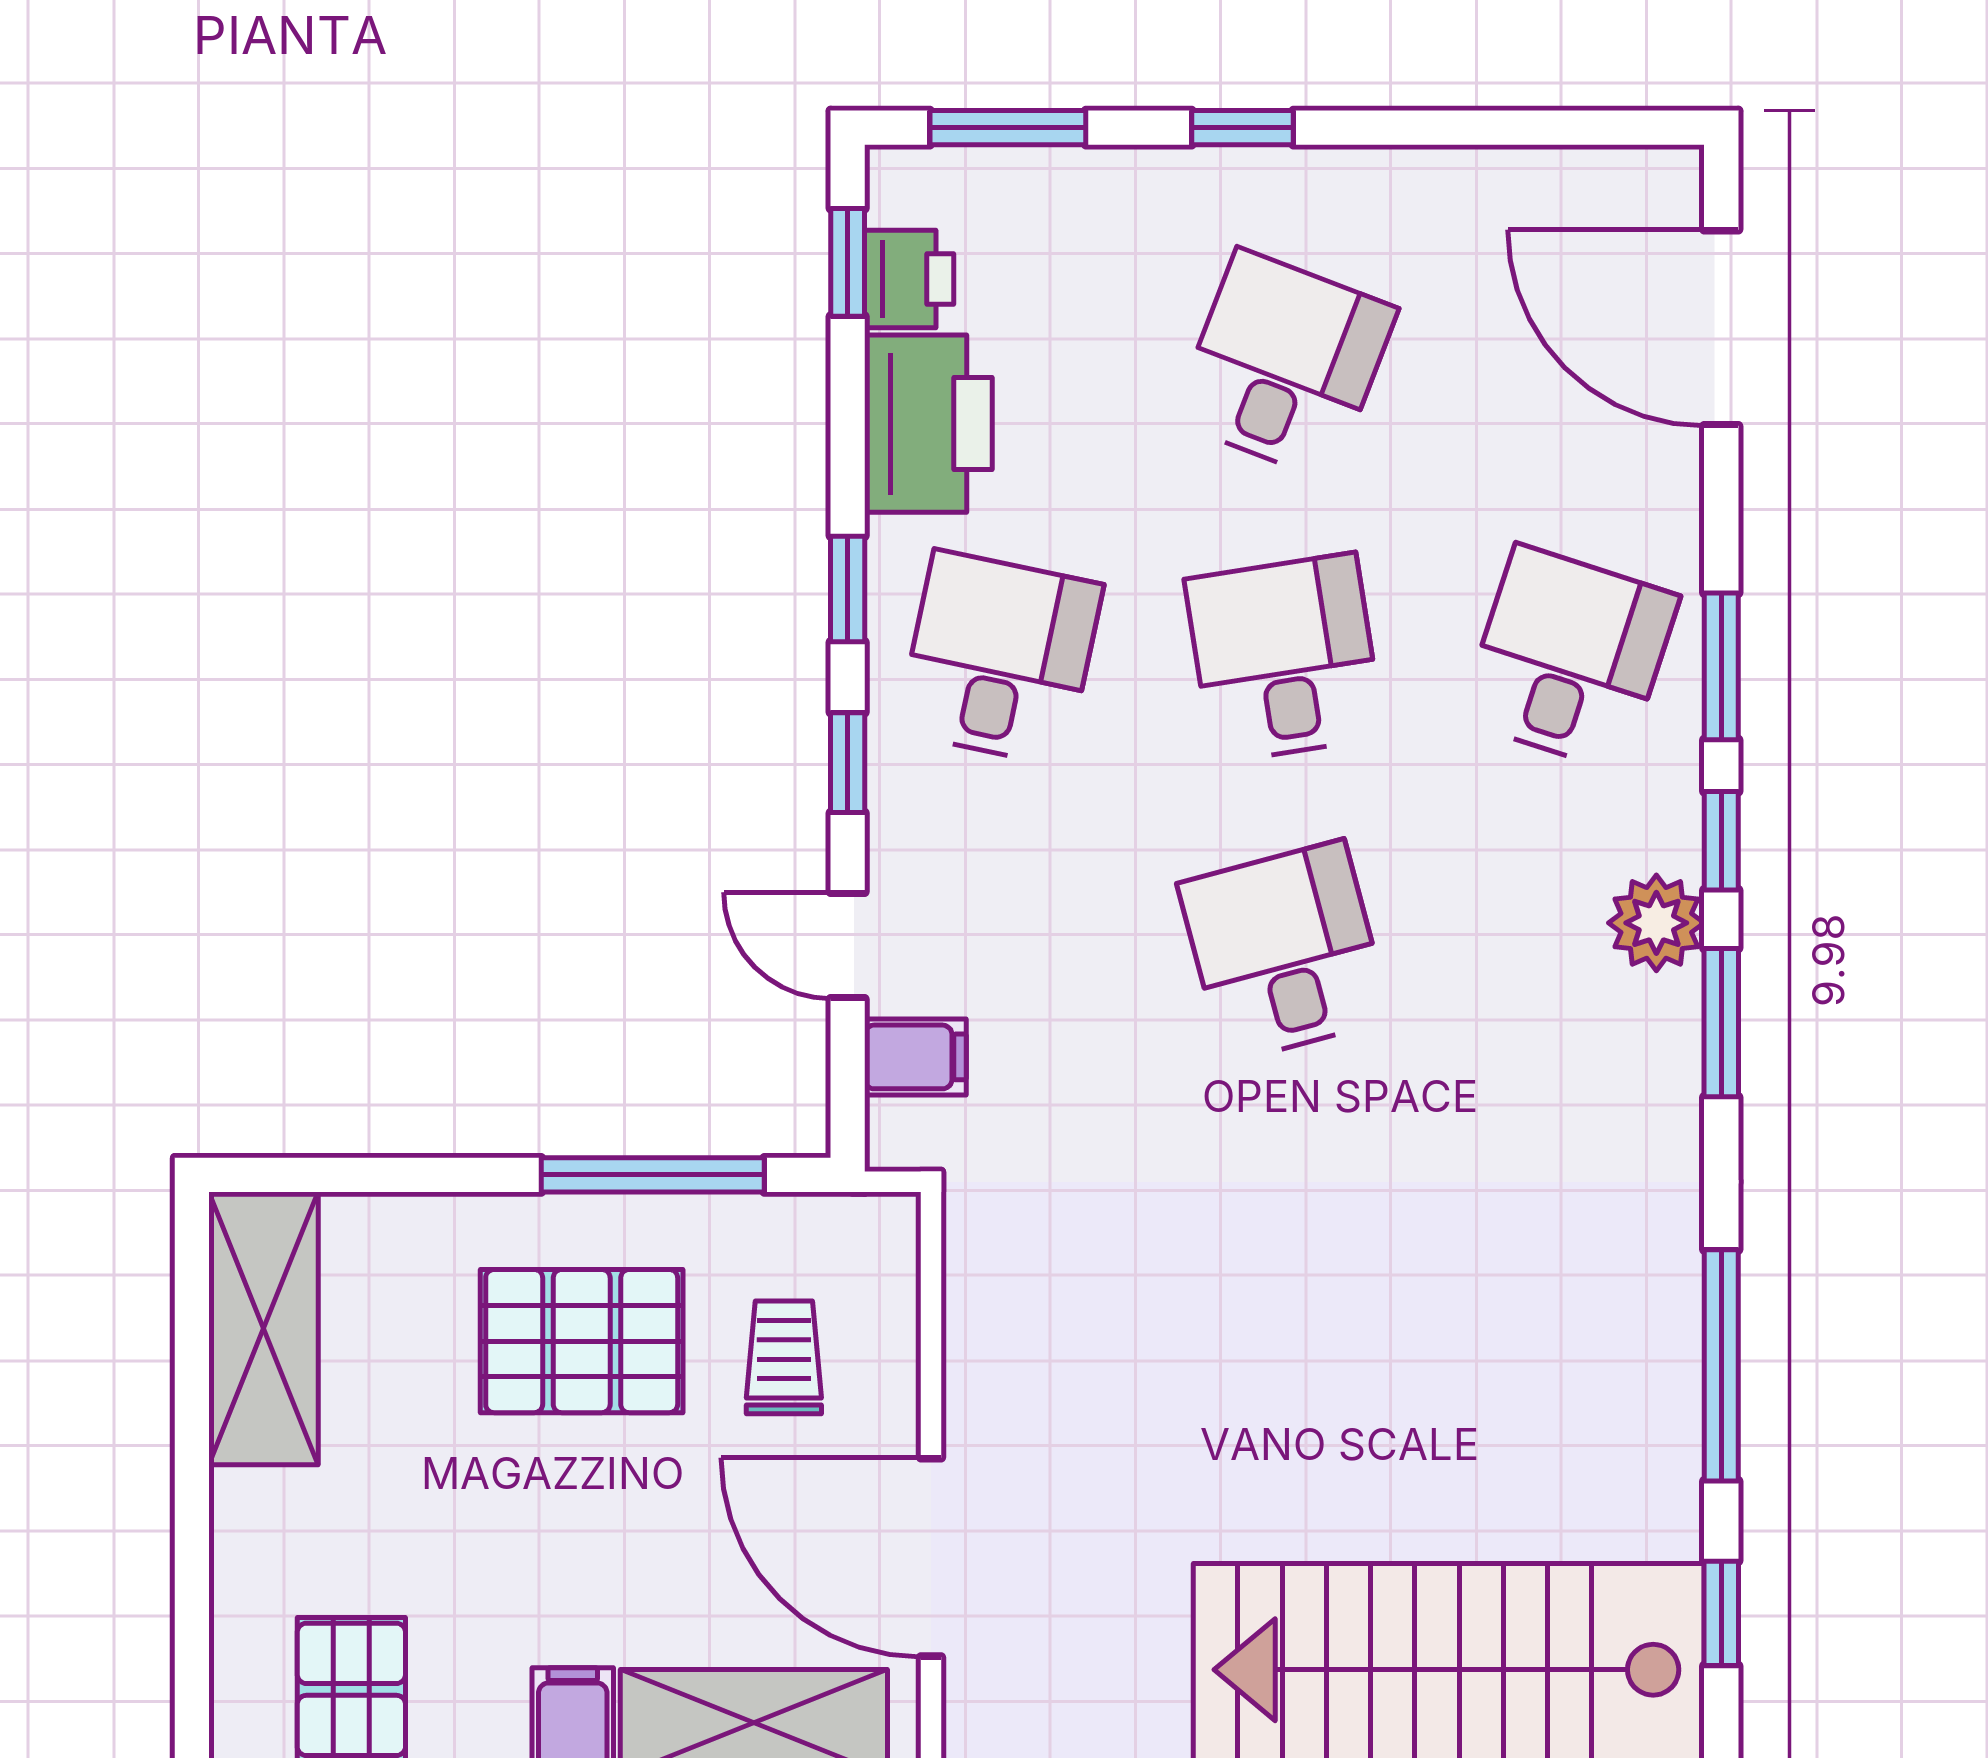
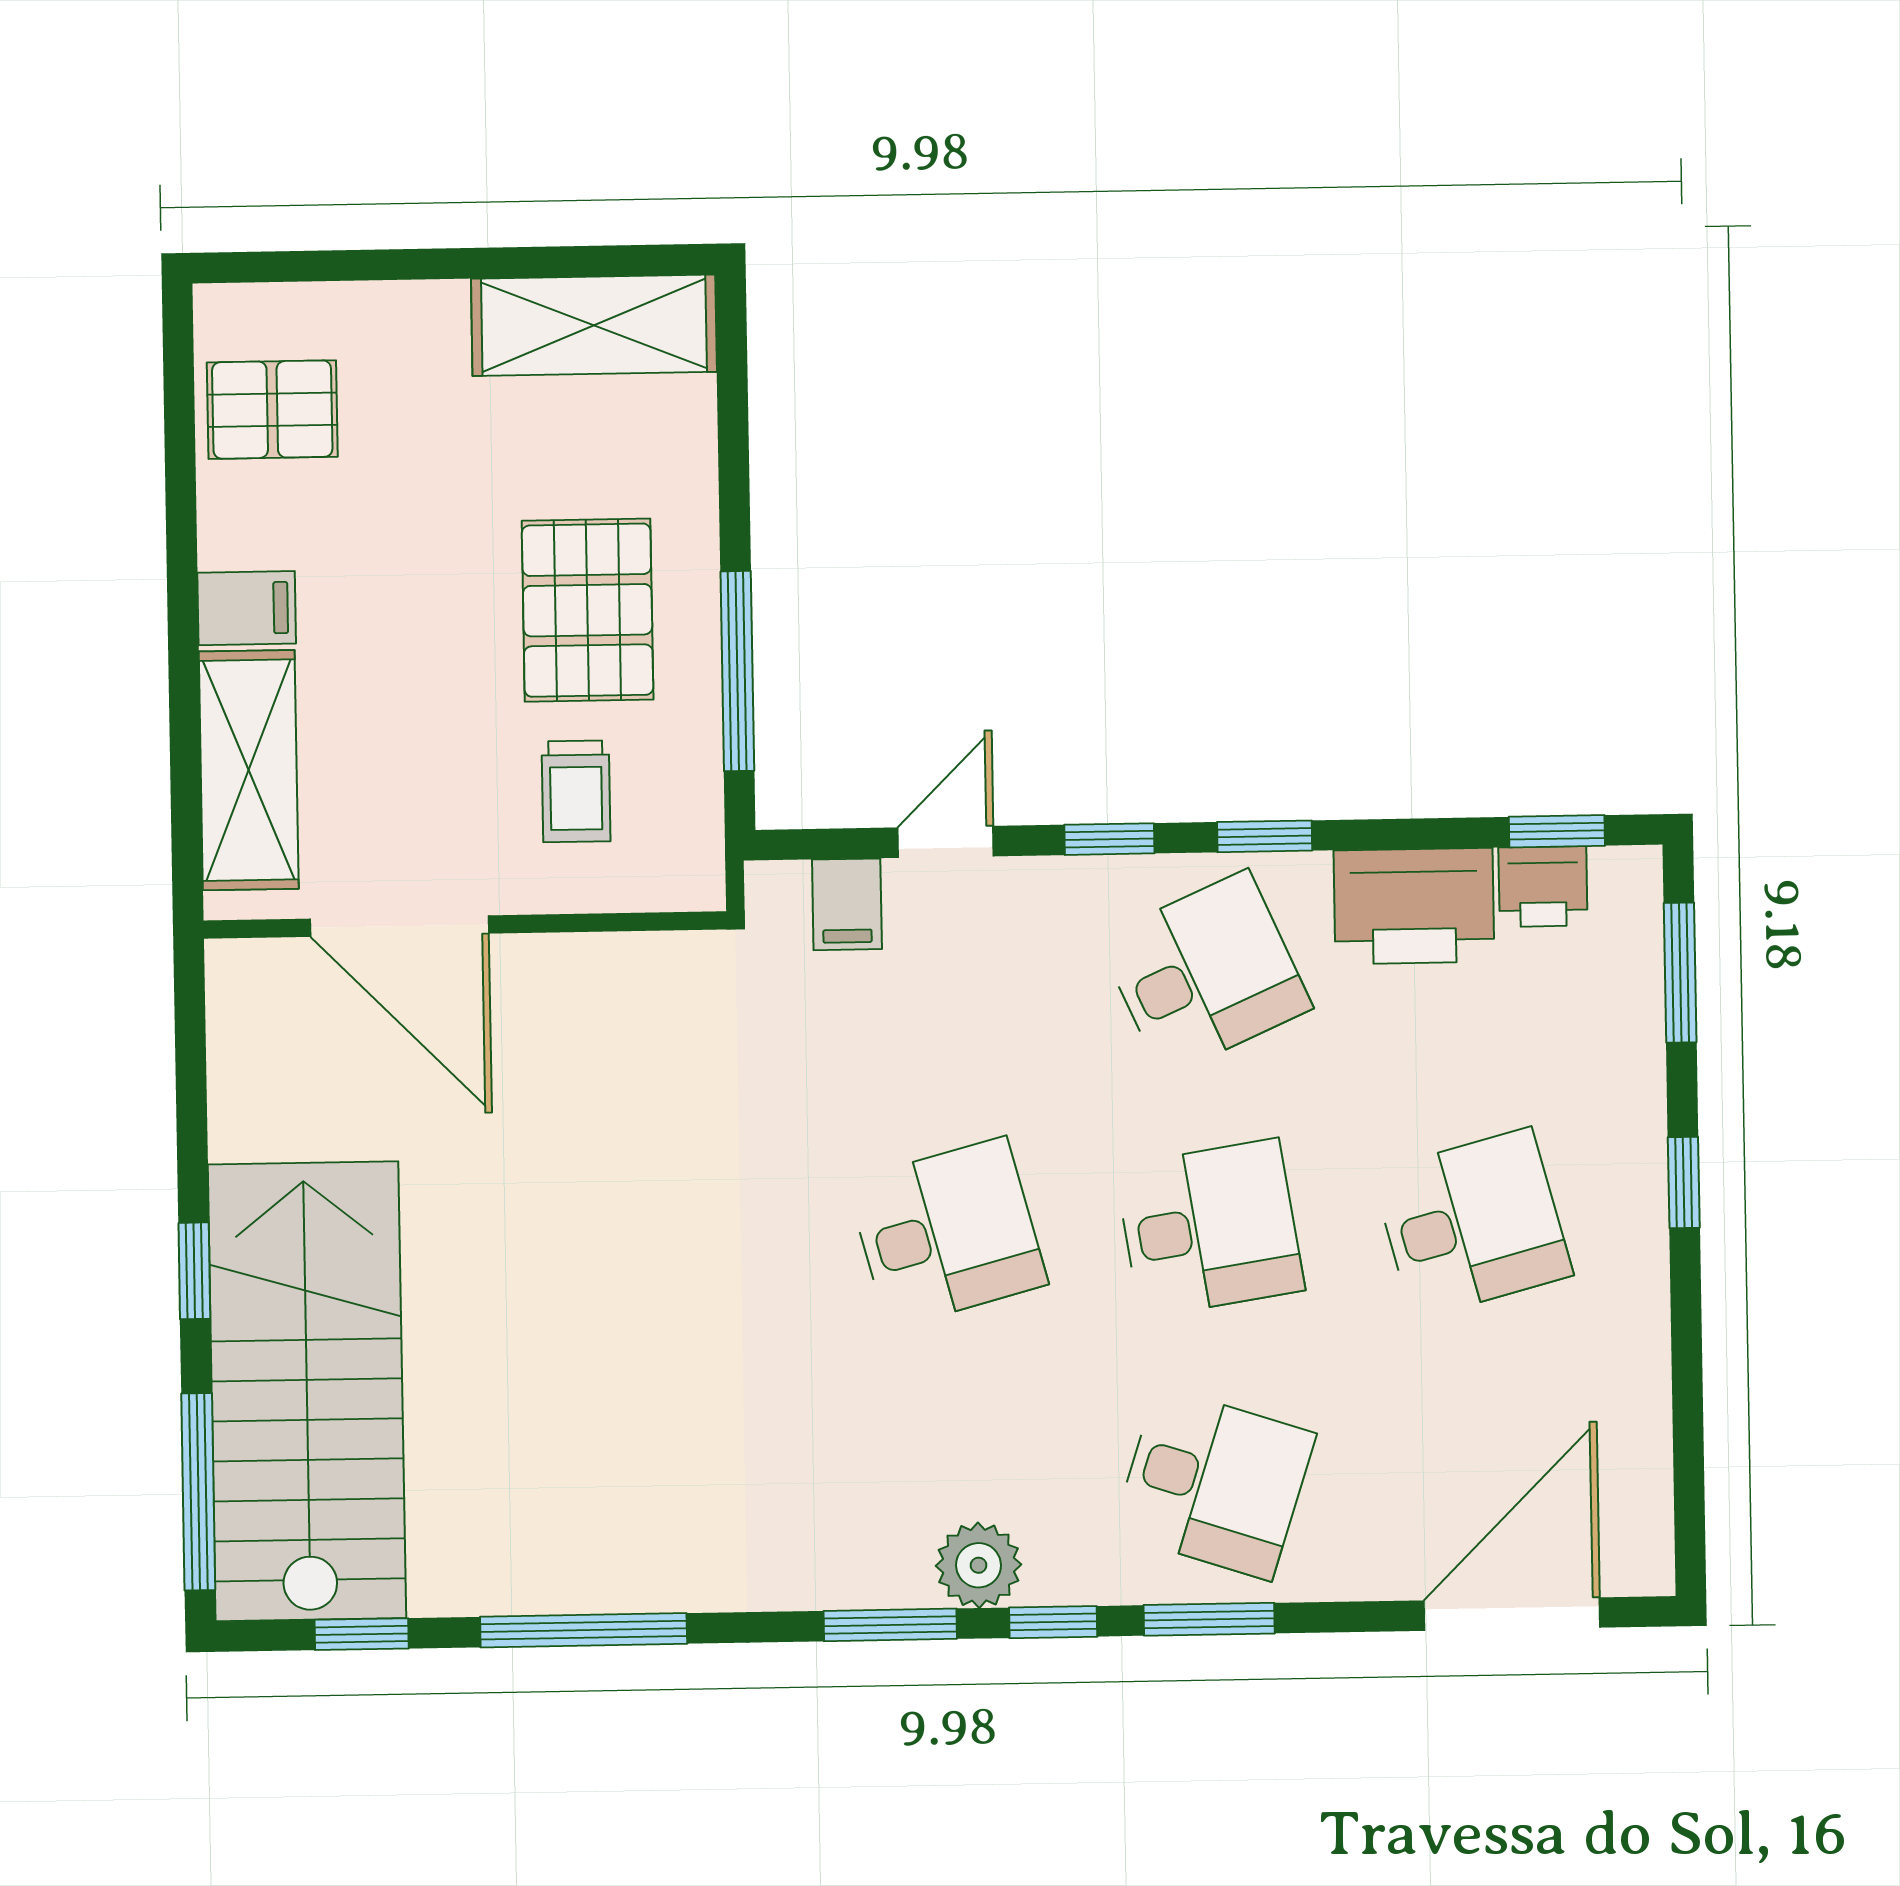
desk: (1284, 365) -> (1472, 1224), turned -36
desk: (1000, 658) -> (1205, 973), turned -36
trolley: (784, 1357) -> (576, 791), turned 90
door: (931, 1557) -> (399, 926), swing flipped

